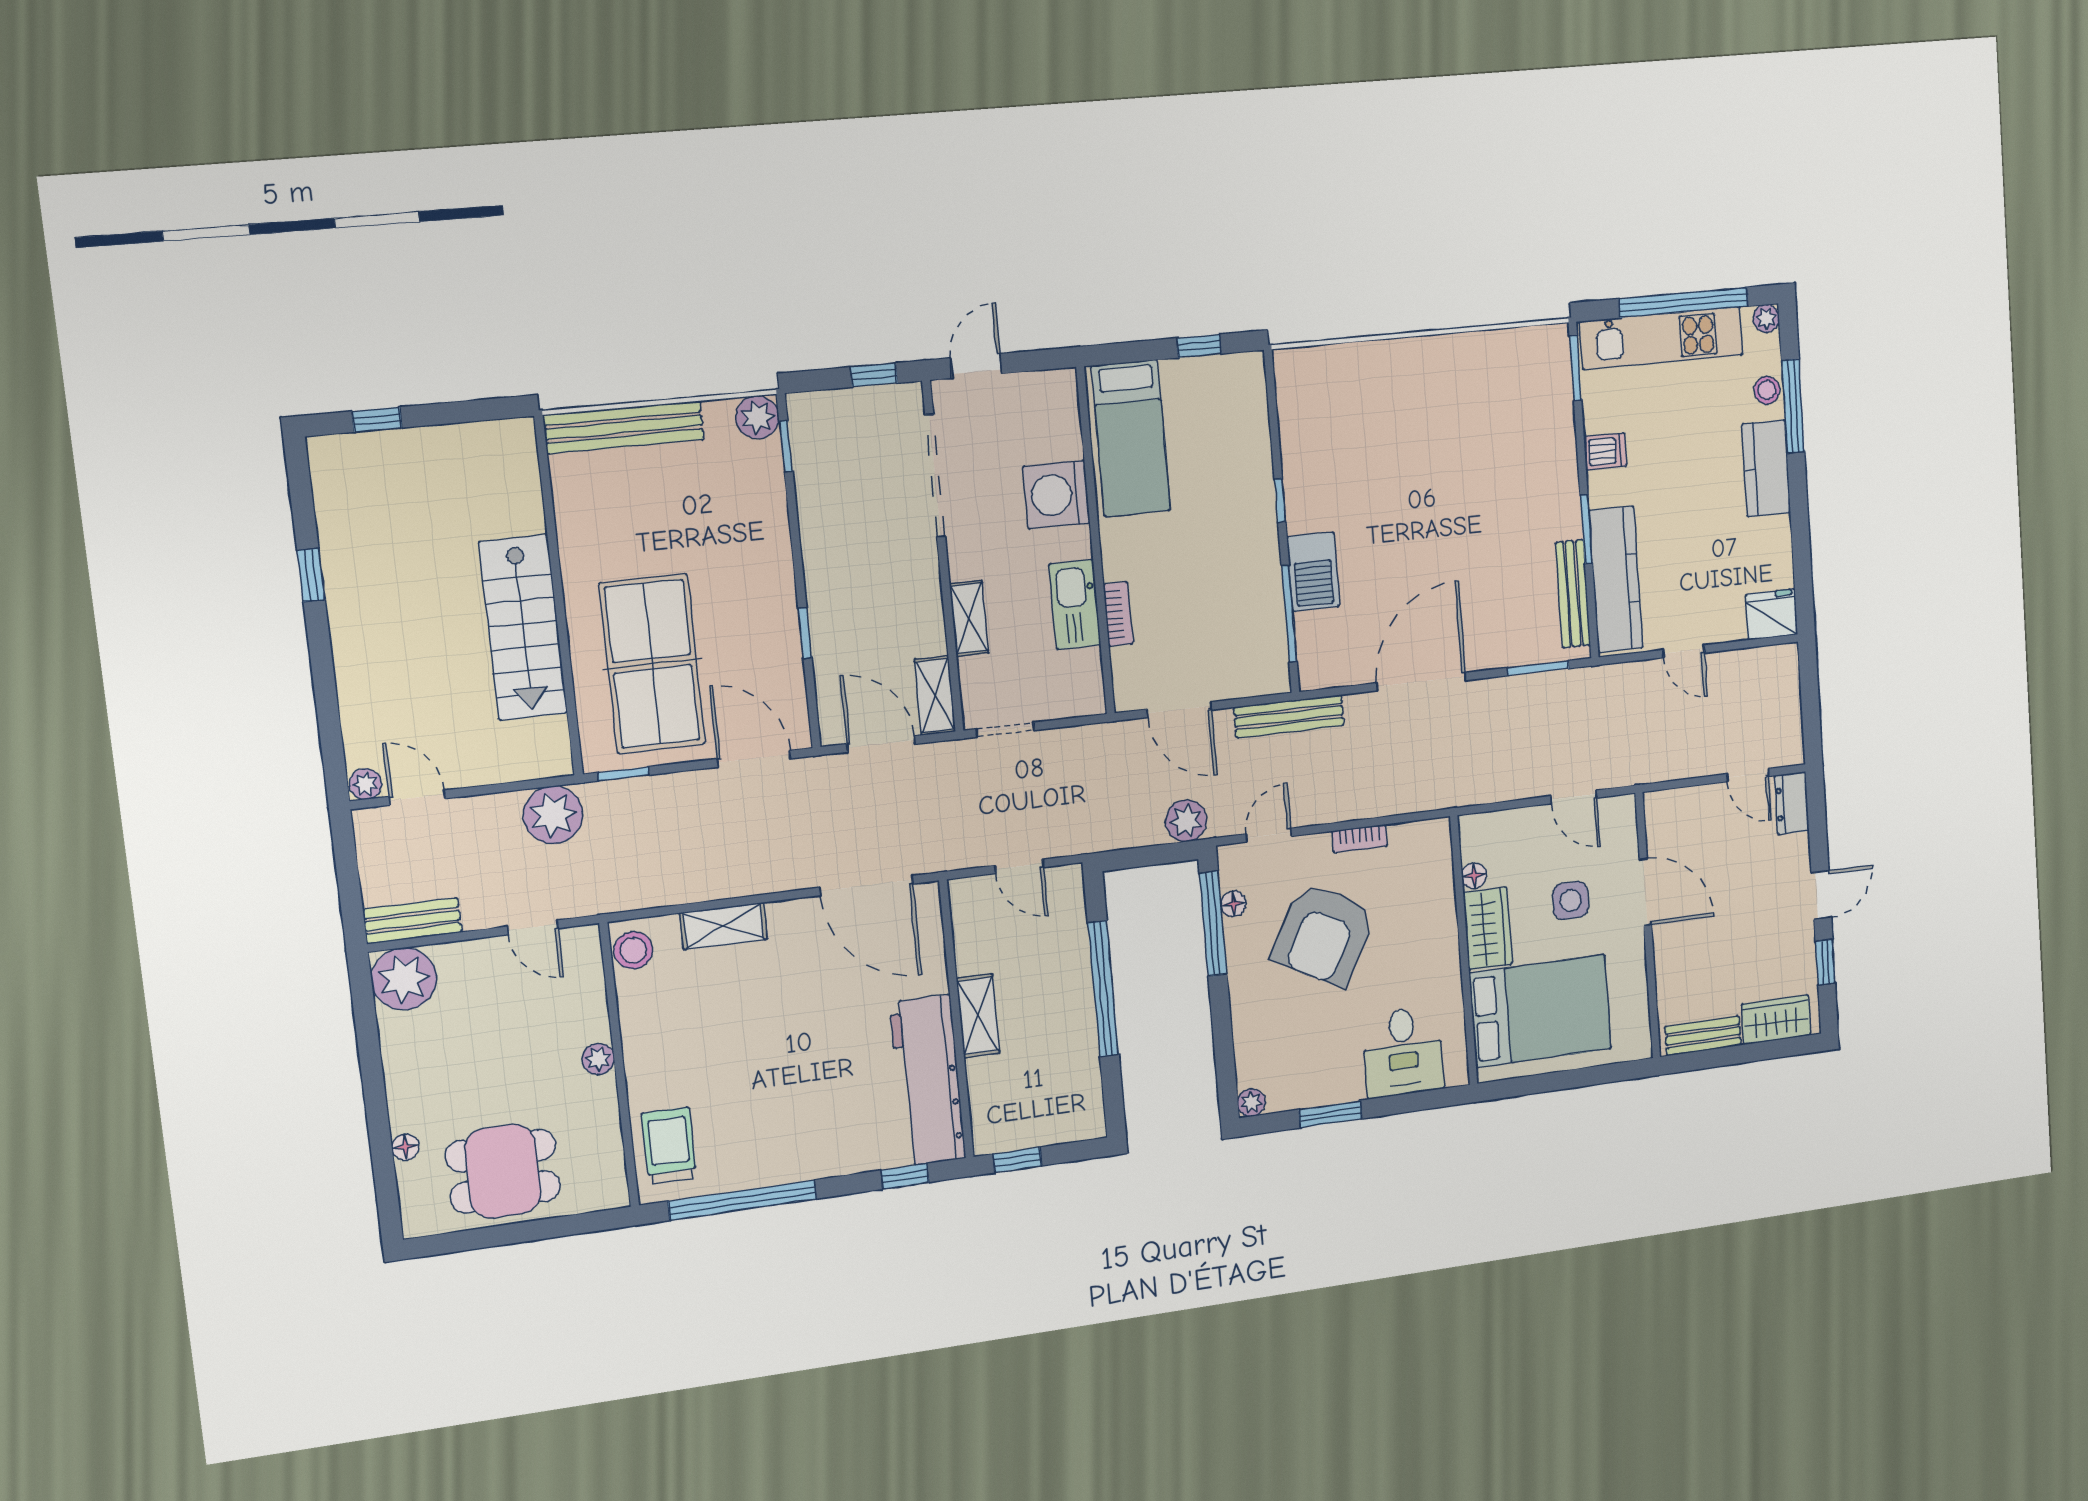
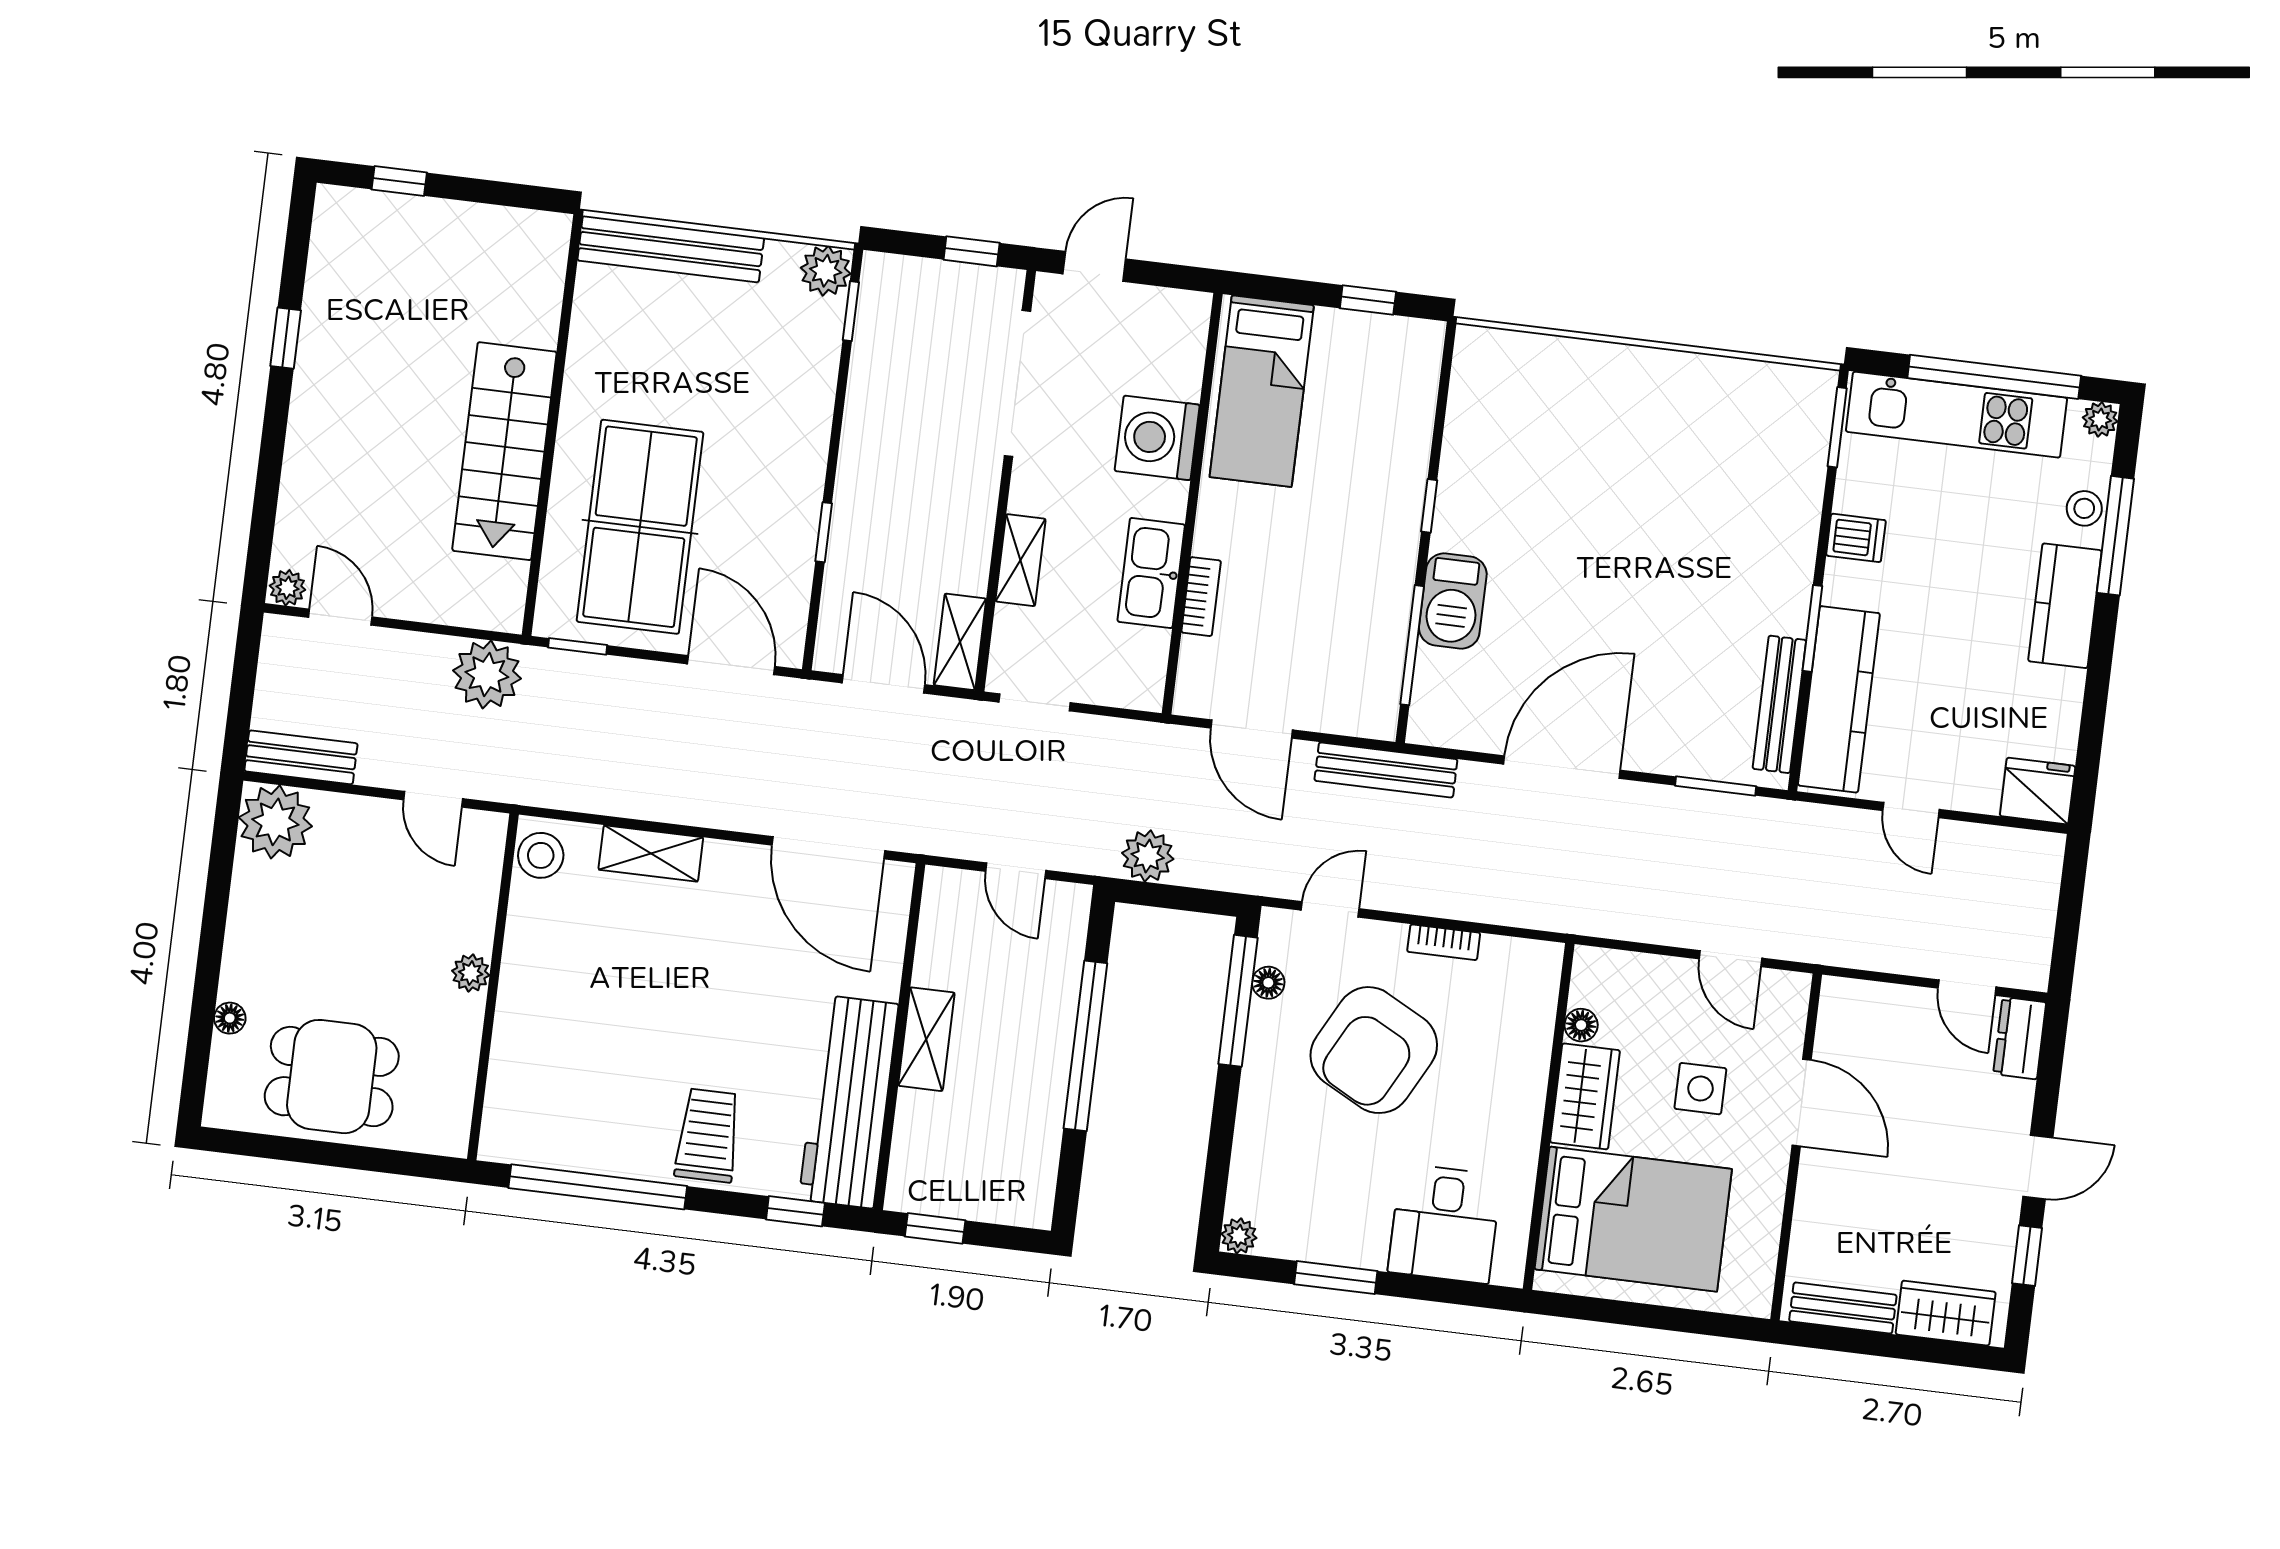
plant: (1186, 821) -> (1148, 856), moved
trolley: (669, 1146) -> (708, 1135), moved

